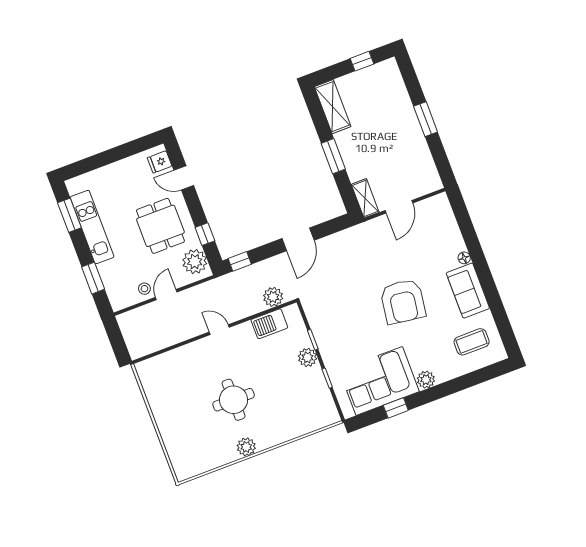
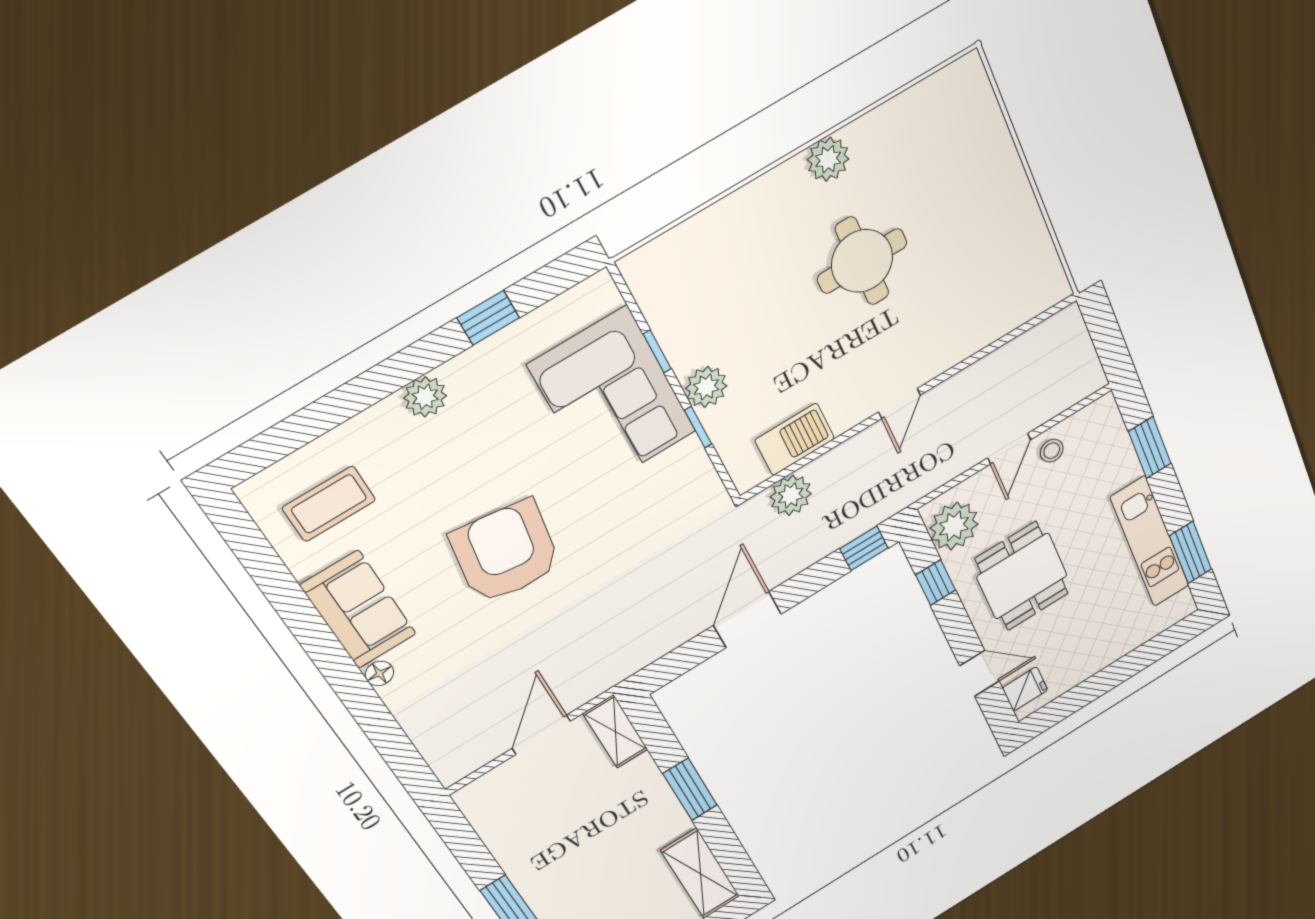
door: (219, 330) -> (899, 404), hinge flipped
corner sofa: (379, 381) -> (613, 398), moved, turned 90

